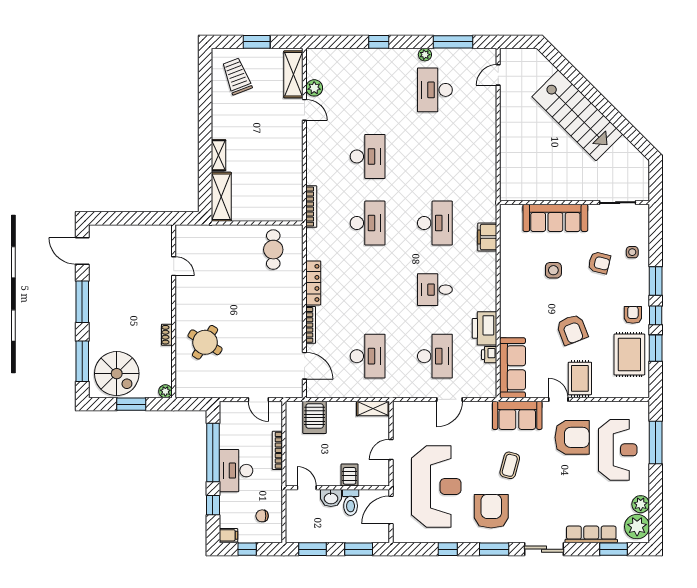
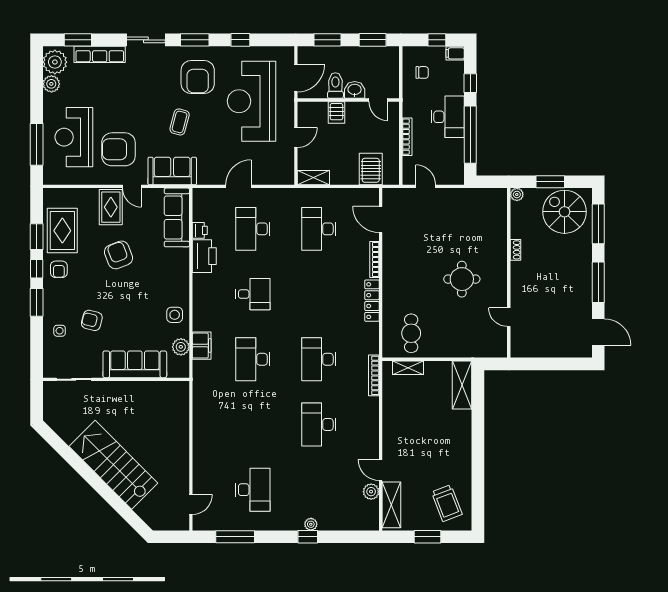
plant: (425, 55) -> (311, 524), moved
shelving: (218, 155) -> (408, 368), moved, turned 90
plant: (508, 236) -> (181, 347), added
side table: (553, 270) -> (175, 315), moved
round table: (205, 342) -> (462, 279), moved, turned -32

